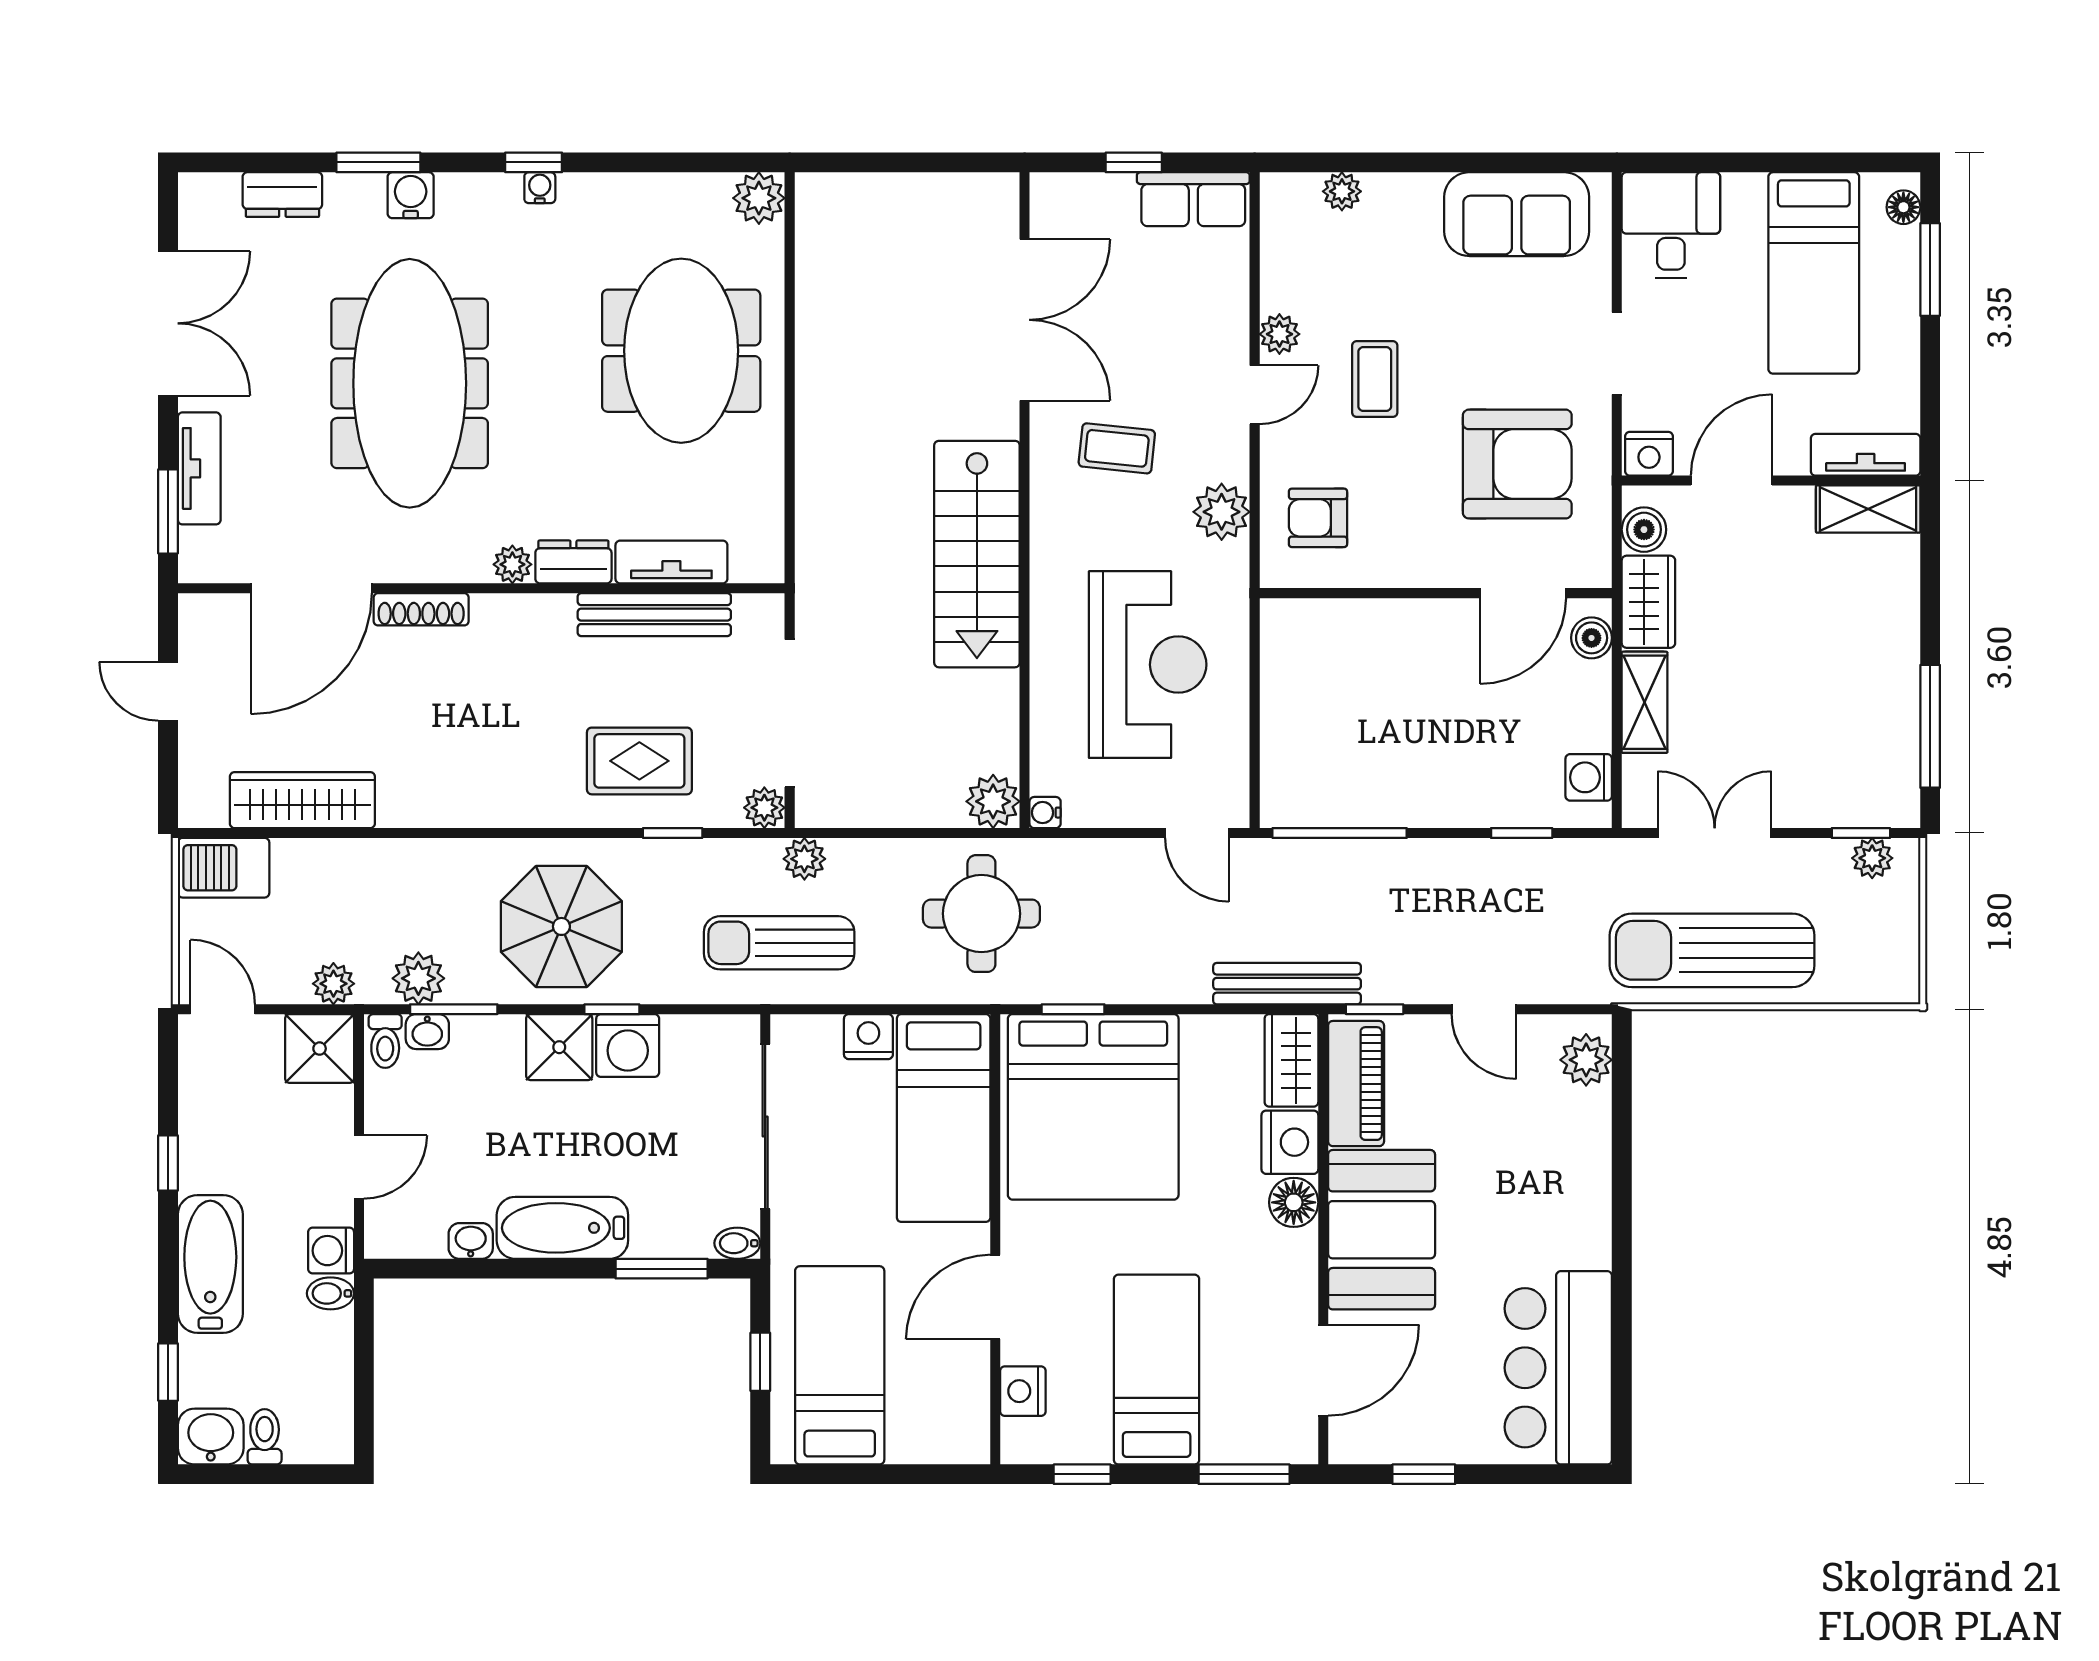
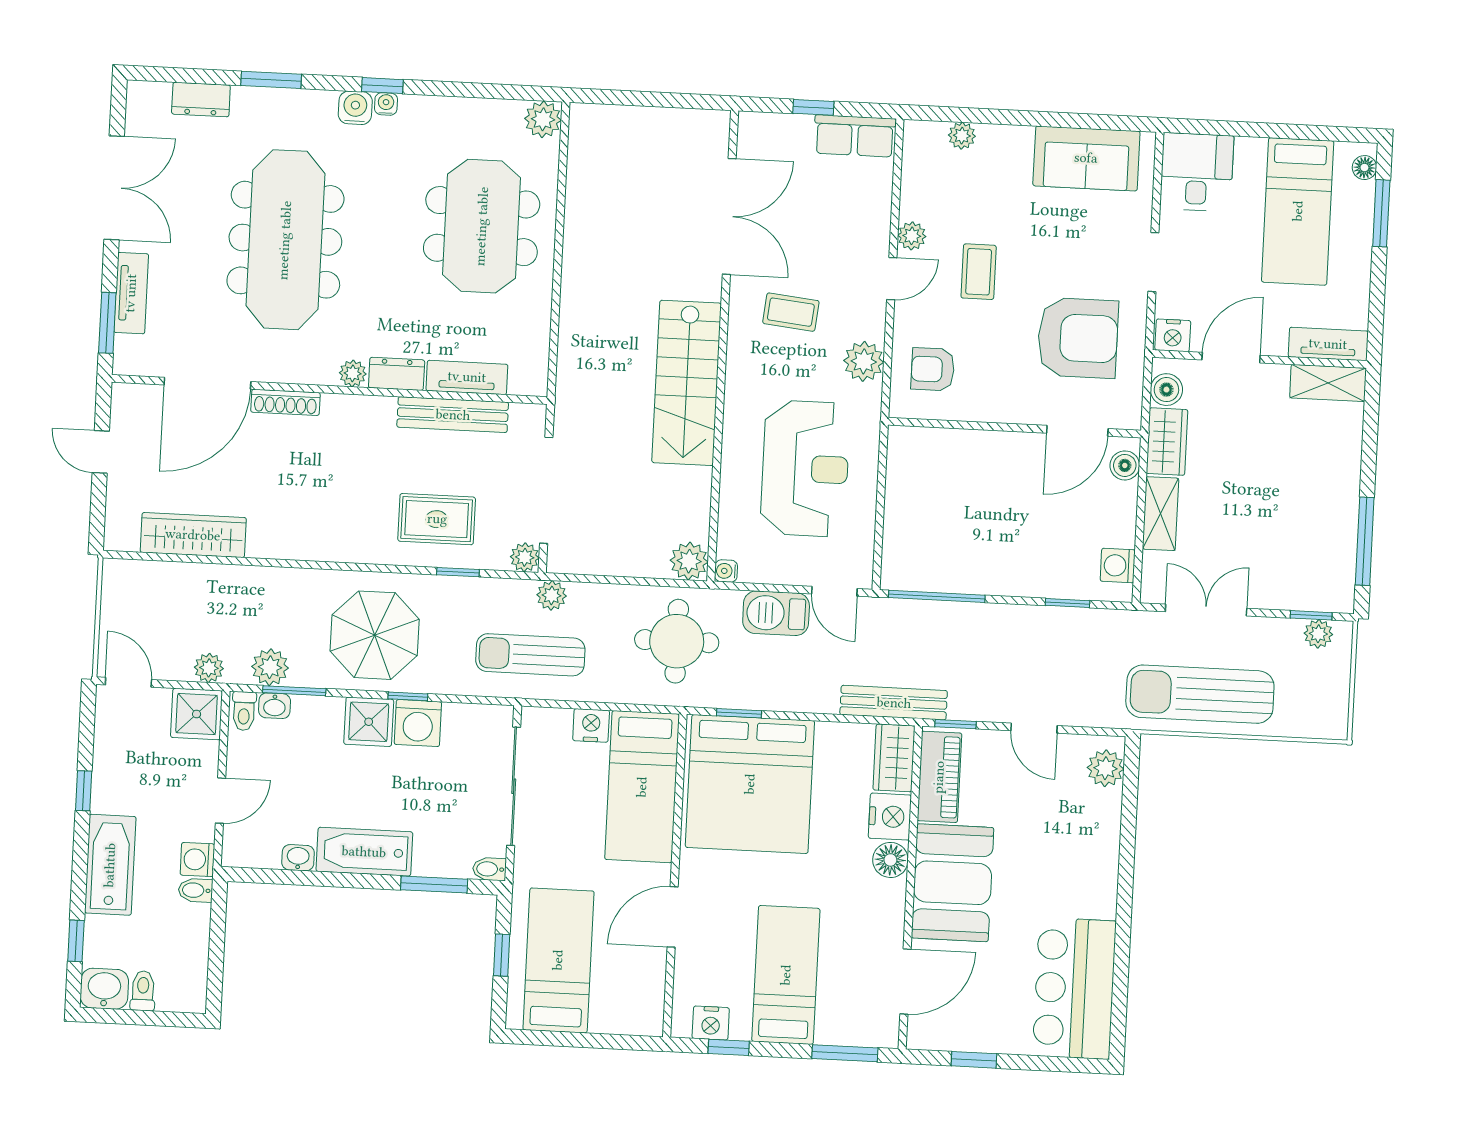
water cooler: (411, 195) -> (355, 108), moved
barbecue: (224, 868) -> (776, 613), moved
nightstand: (1023, 1391) -> (711, 1023), moved, turned -90

